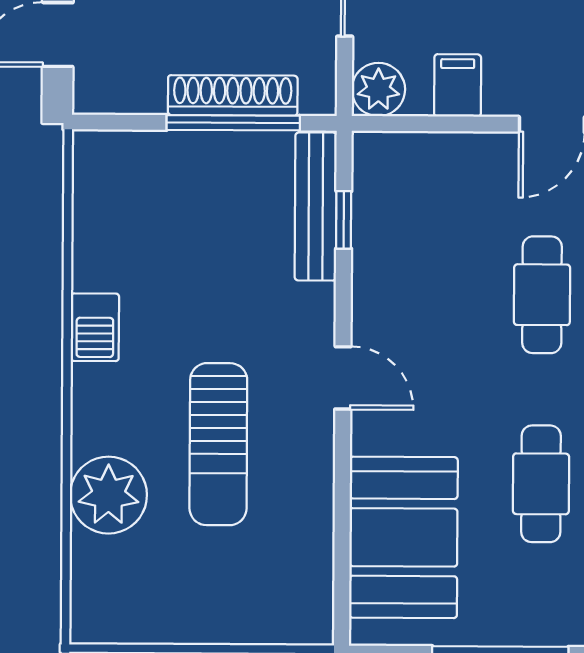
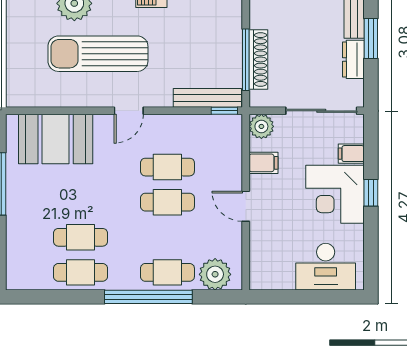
window: (344, 220) -> (224, 111), moved
sun lounger: (218, 444) -> (98, 54), width x1.36, depth x1.34
cafe table: (541, 484) -> (167, 167), moved

